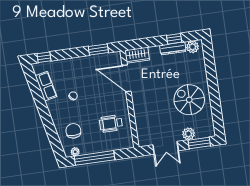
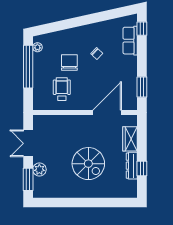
plant: (193, 47) -> (130, 187), removed
wardrobe: (137, 55) -> (130, 139), moved
row of seats: (46, 86) -> (130, 41), moved, turned 102
spiral stairs: (189, 100) -> (88, 164), moved, turned 90
chair: (73, 131) -> (69, 63), moved, turned -90

